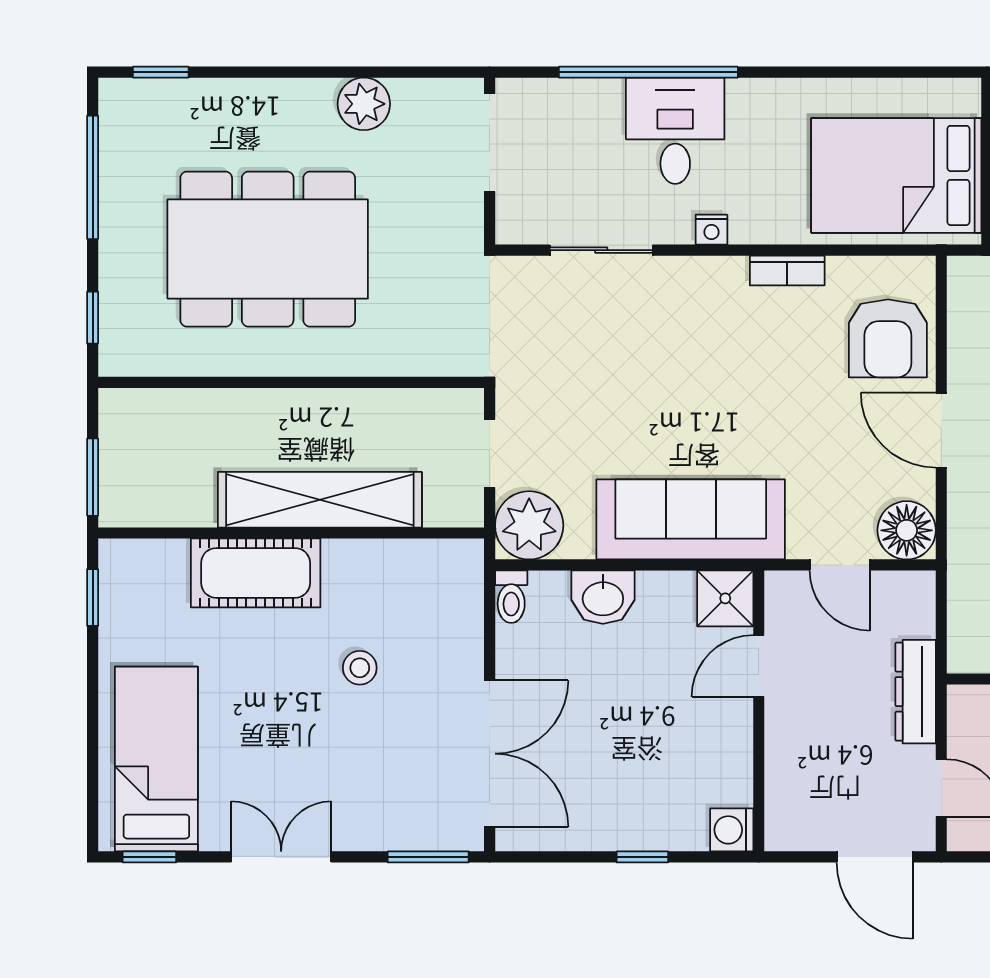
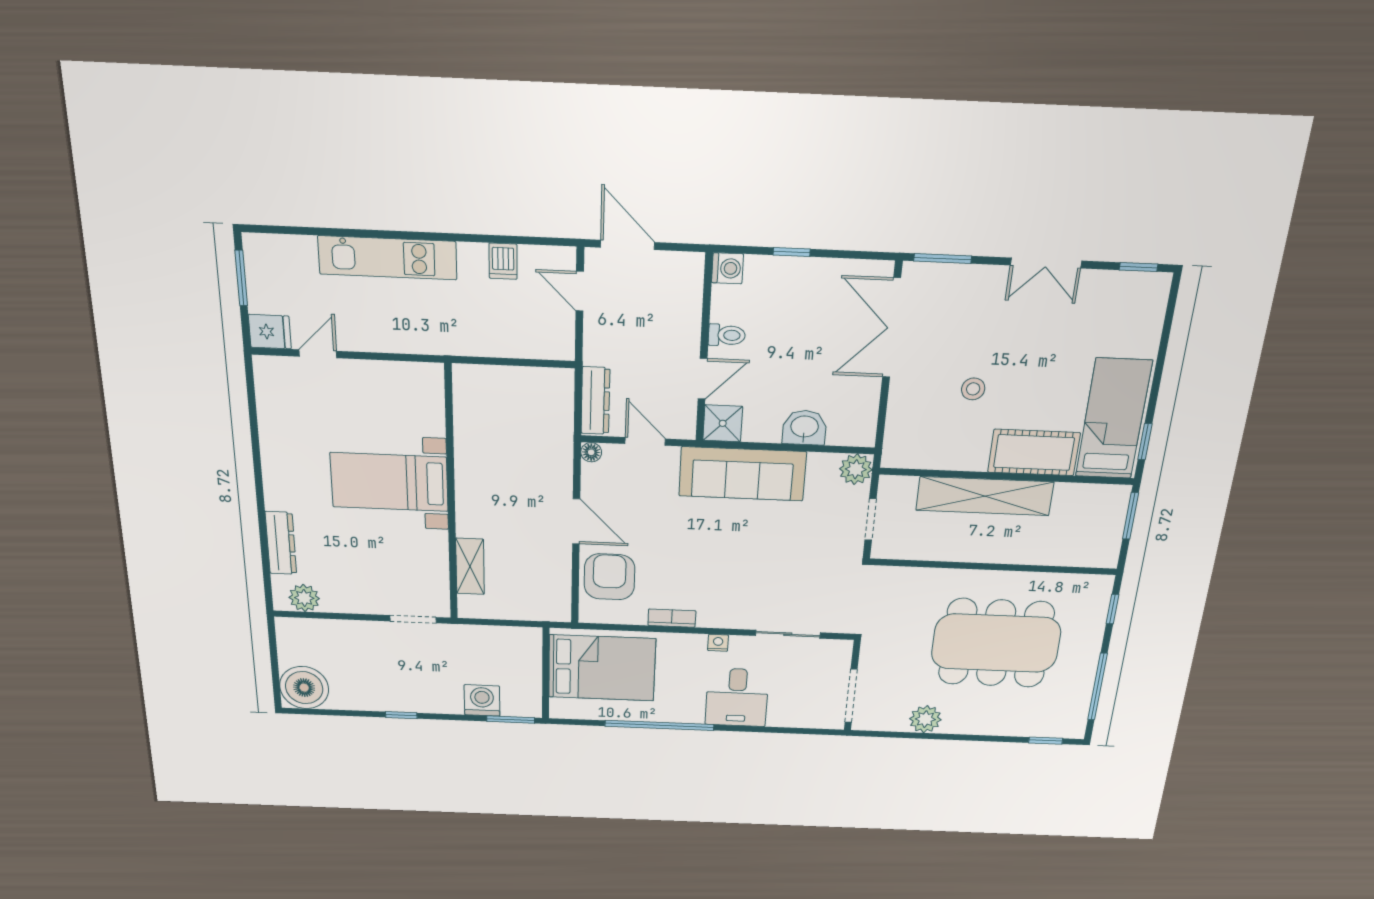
window: (648, 72) -> (659, 725), moved
plant: (529, 525) -> (856, 469), width x0.73, depth x0.73
floor lamp: (907, 530) -> (591, 452), width x0.53, depth x0.53
toilet: (511, 597) -> (727, 335), moved, turned 90
dresser: (916, 692) -> (595, 401), moved
bed: (156, 759) -> (1114, 419), moved, turned 180

